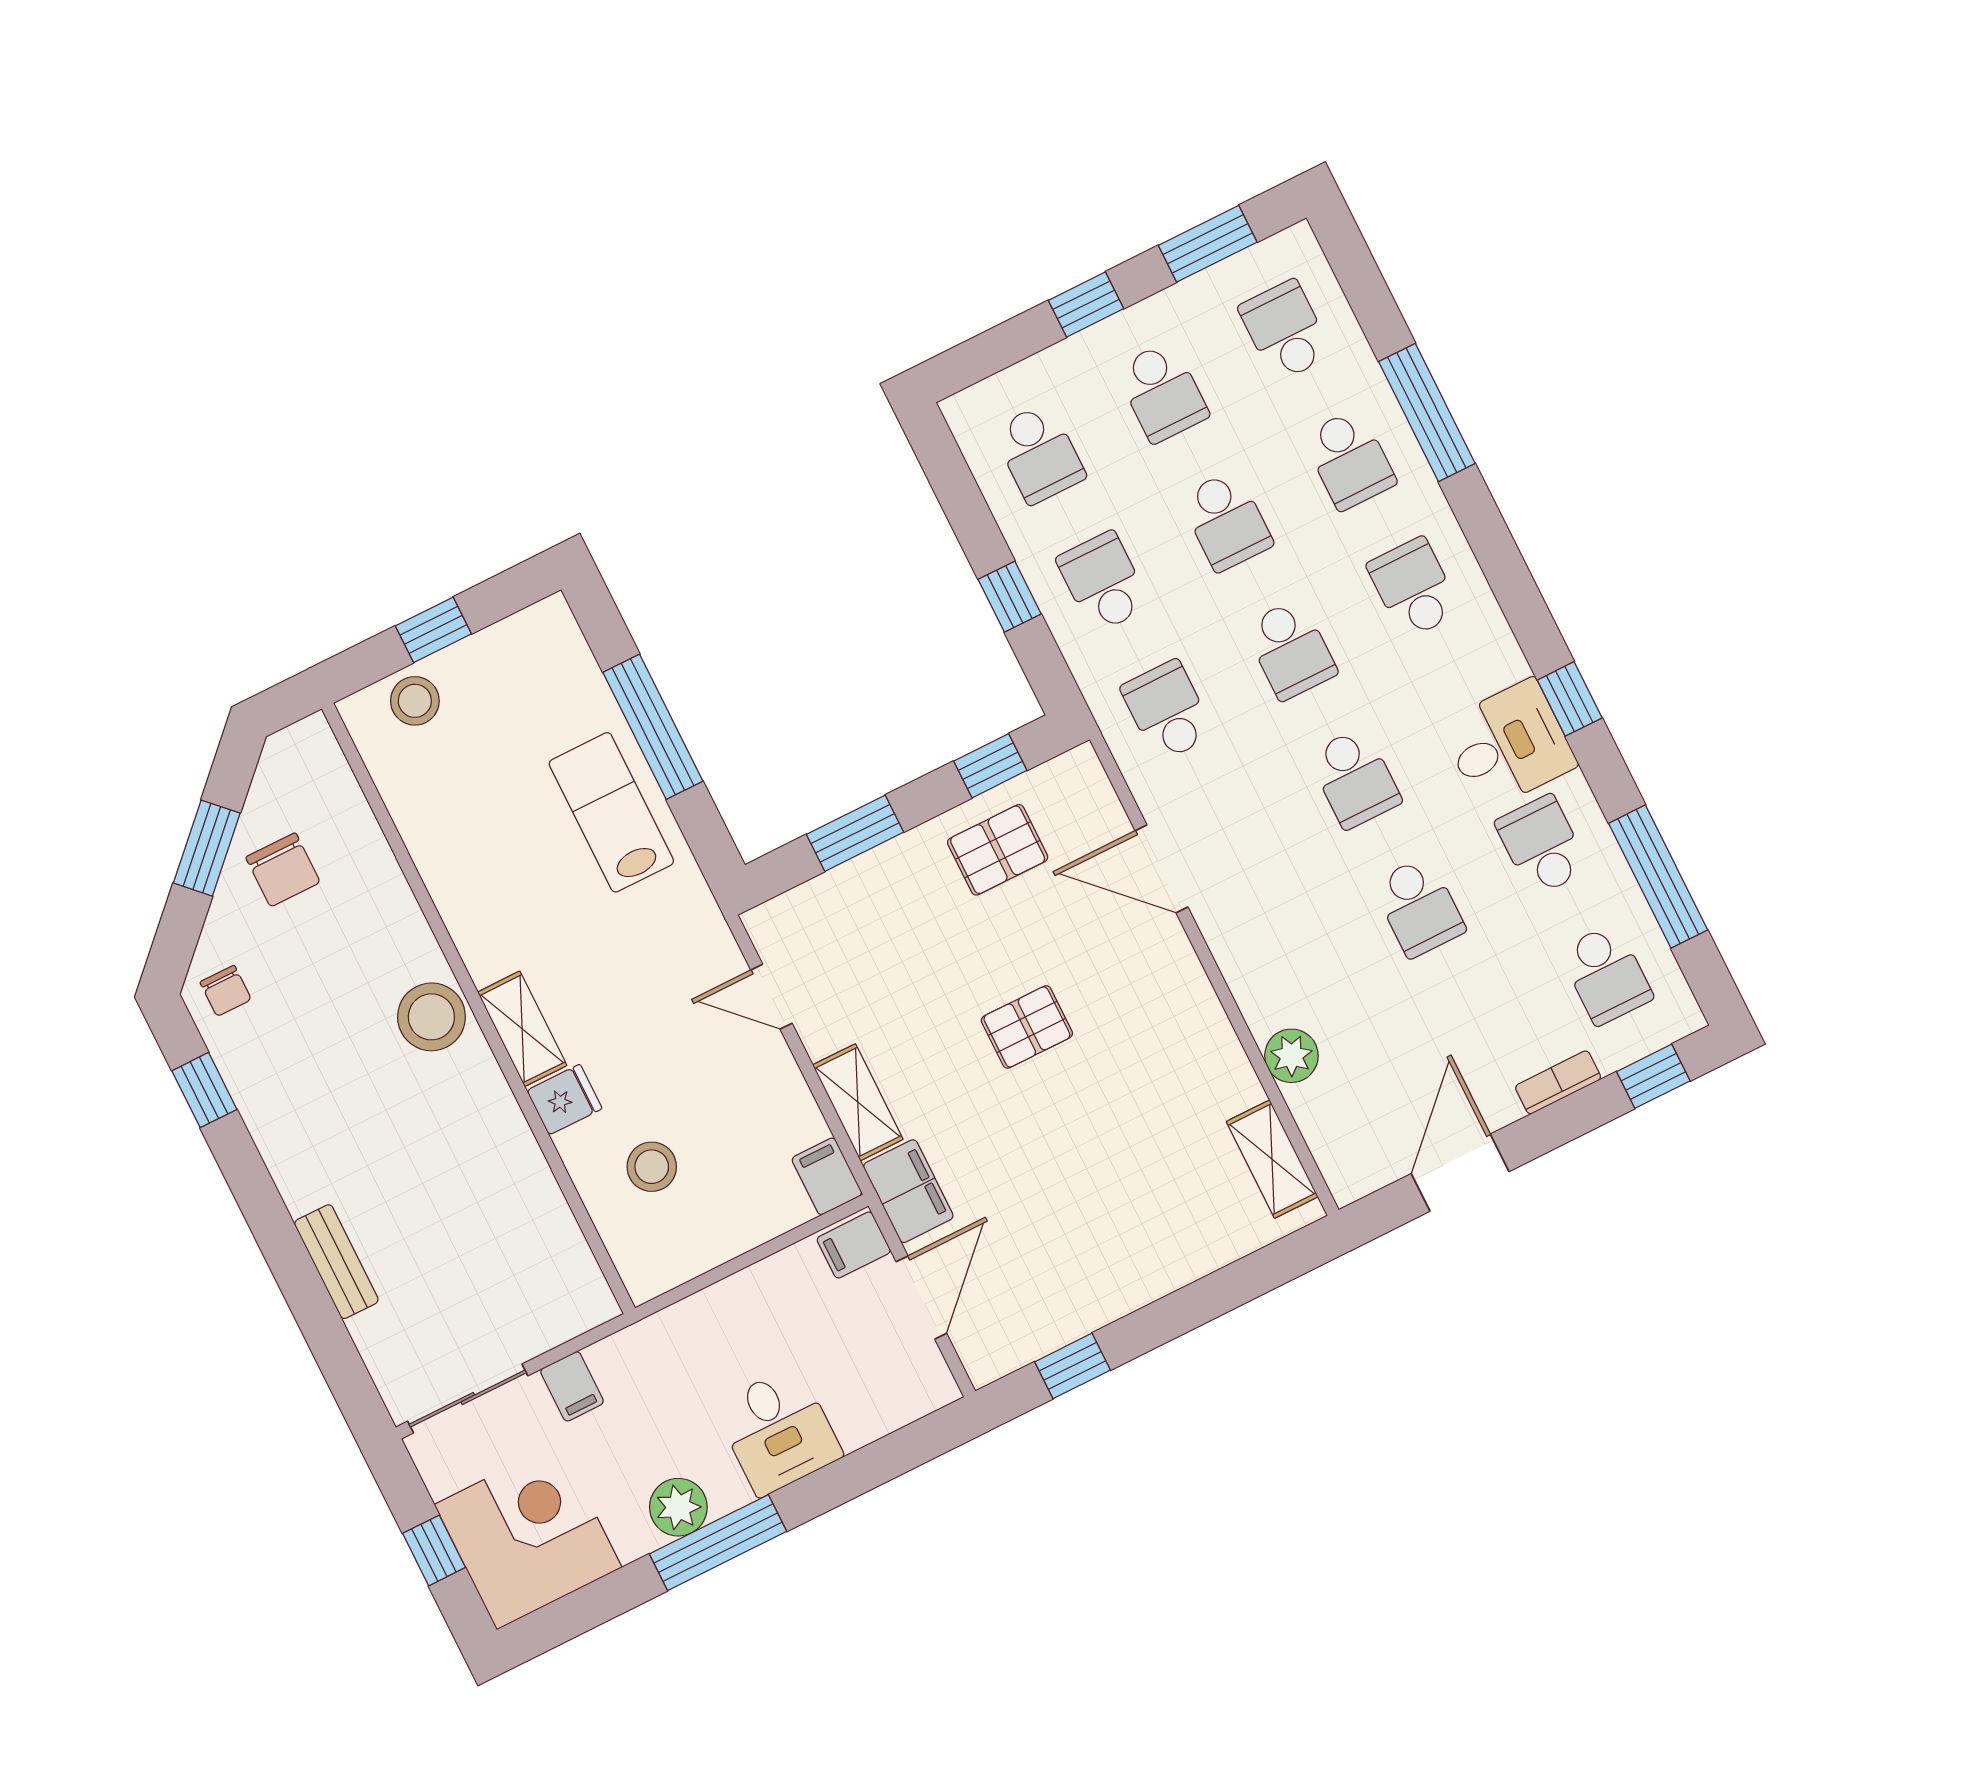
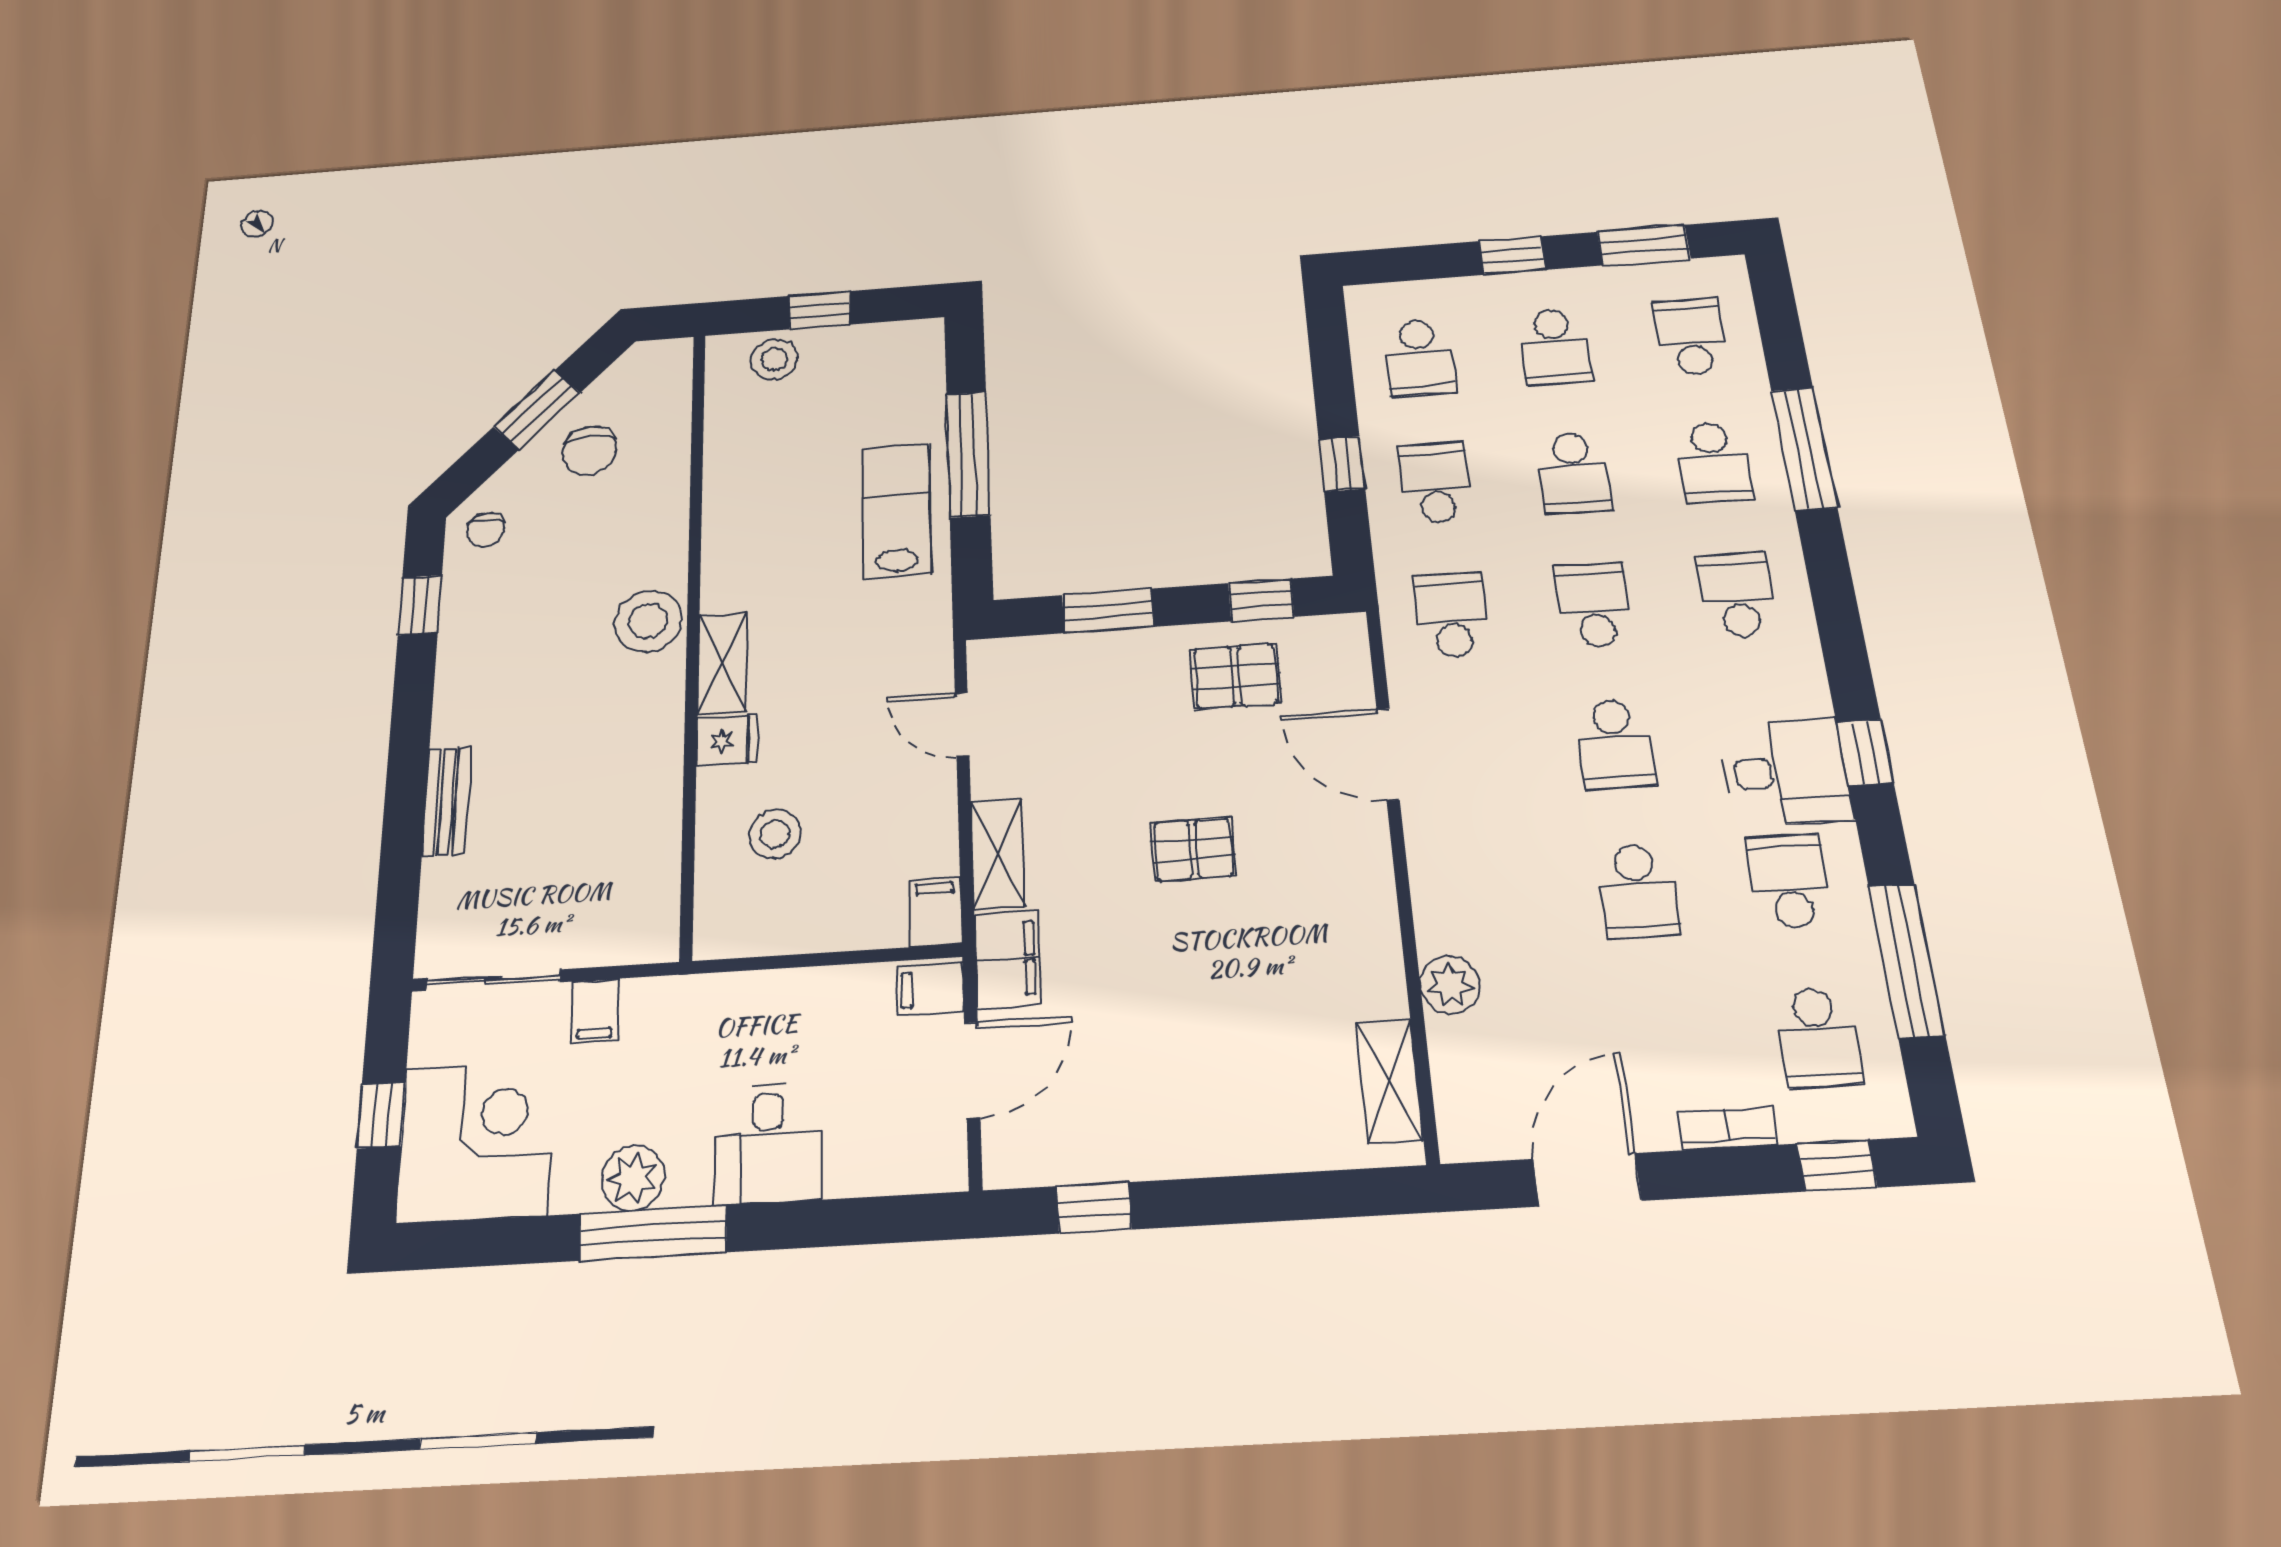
school desk: (1291, 649) -> (1594, 605), turned 180

